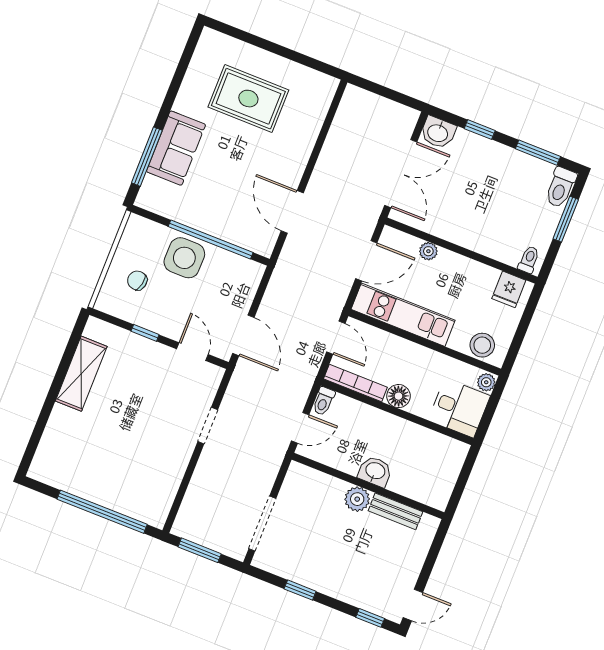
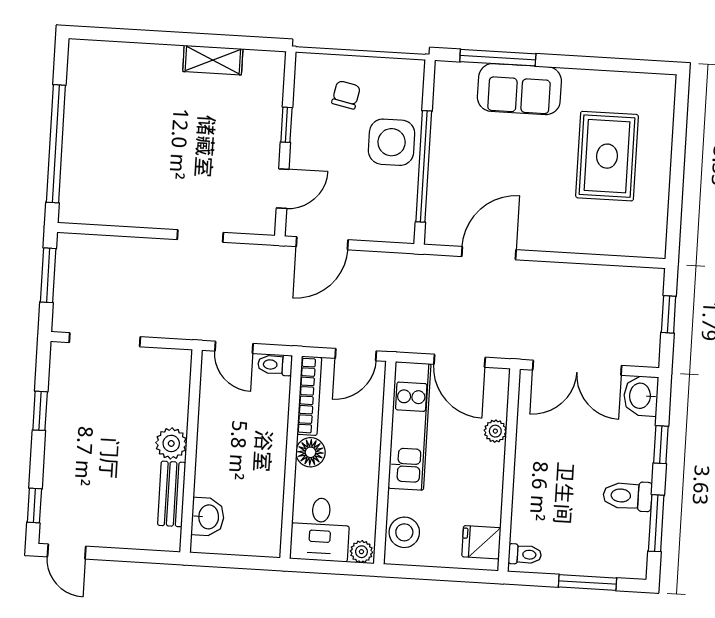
window: (383, 91) -> (669, 314), added
toilet: (561, 187) -> (628, 496), moved
shelving: (81, 374) -> (213, 60), width x0.67, depth x0.75
washbasin: (375, 471) -> (208, 517), moved

